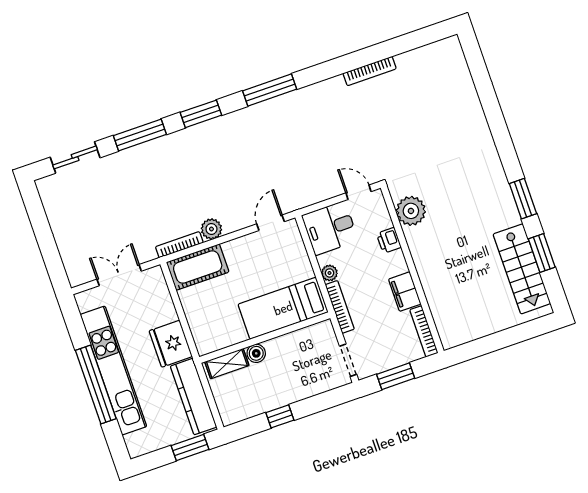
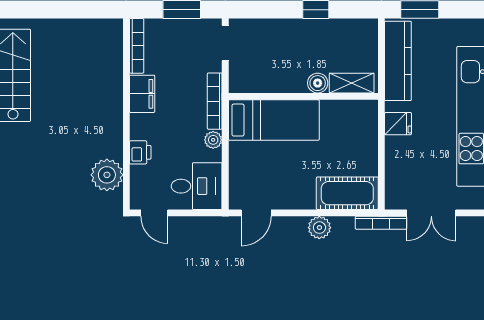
bookcase: (179, 245) -> (381, 223), moved
fridge: (171, 344) -> (398, 124), width x0.53, depth x0.75

